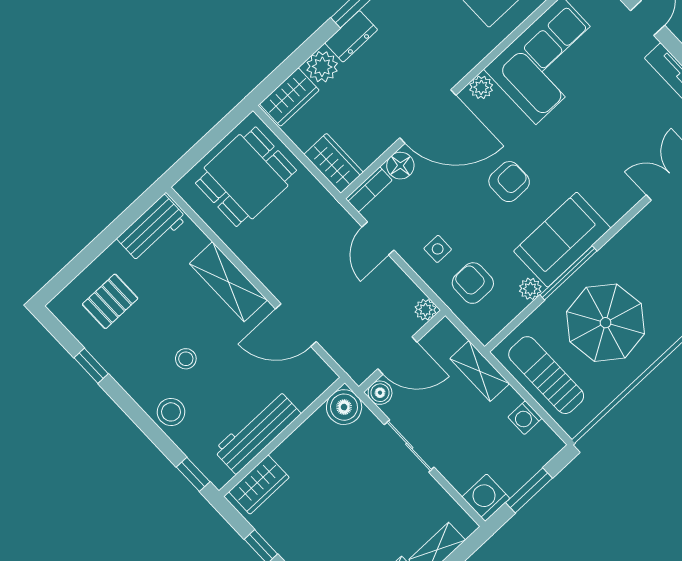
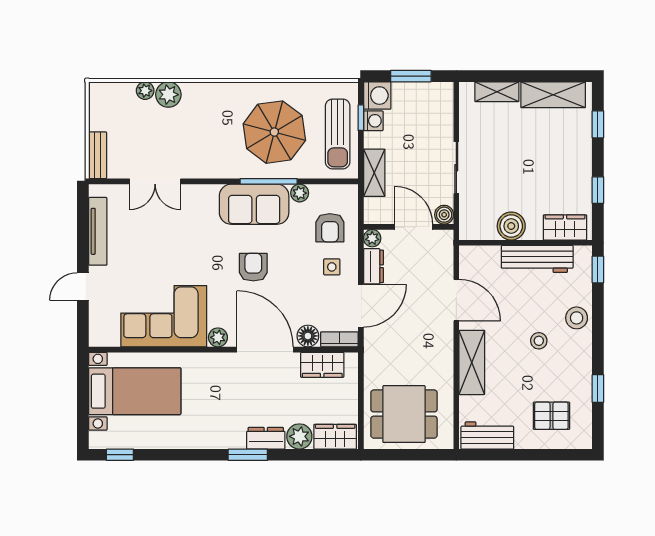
wardrobe: (334, 163) -> (322, 365), moved, turned -90
armchair: (509, 182) -> (253, 267), turned 90
door: (378, 238) -> (361, 306), width x1.38
dresser: (400, 285) -> (373, 266), added
boiler: (344, 407) -> (511, 226), moved
window: (539, 410) -> (361, 118), added
washing machine: (486, 498) -> (377, 96), moved, turned -90

